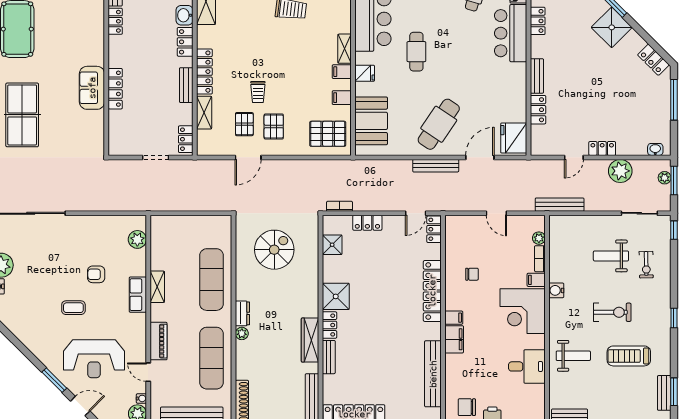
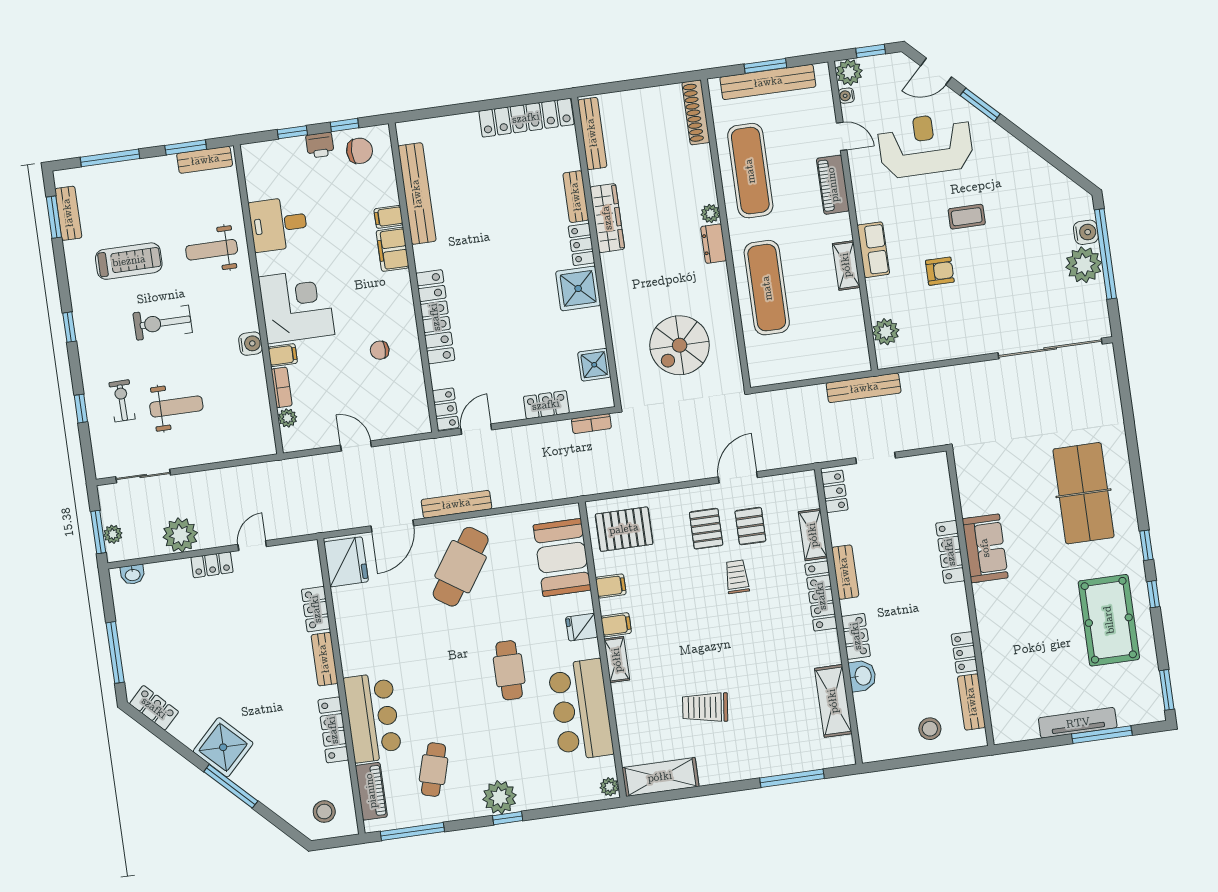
locker: (538, 21) -> (333, 730), width x1.53
bench: (560, 205) -> (864, 388), moved
window: (674, 230) -> (81, 409), moved
filing cabinet: (454, 318) -> (389, 217), moved

